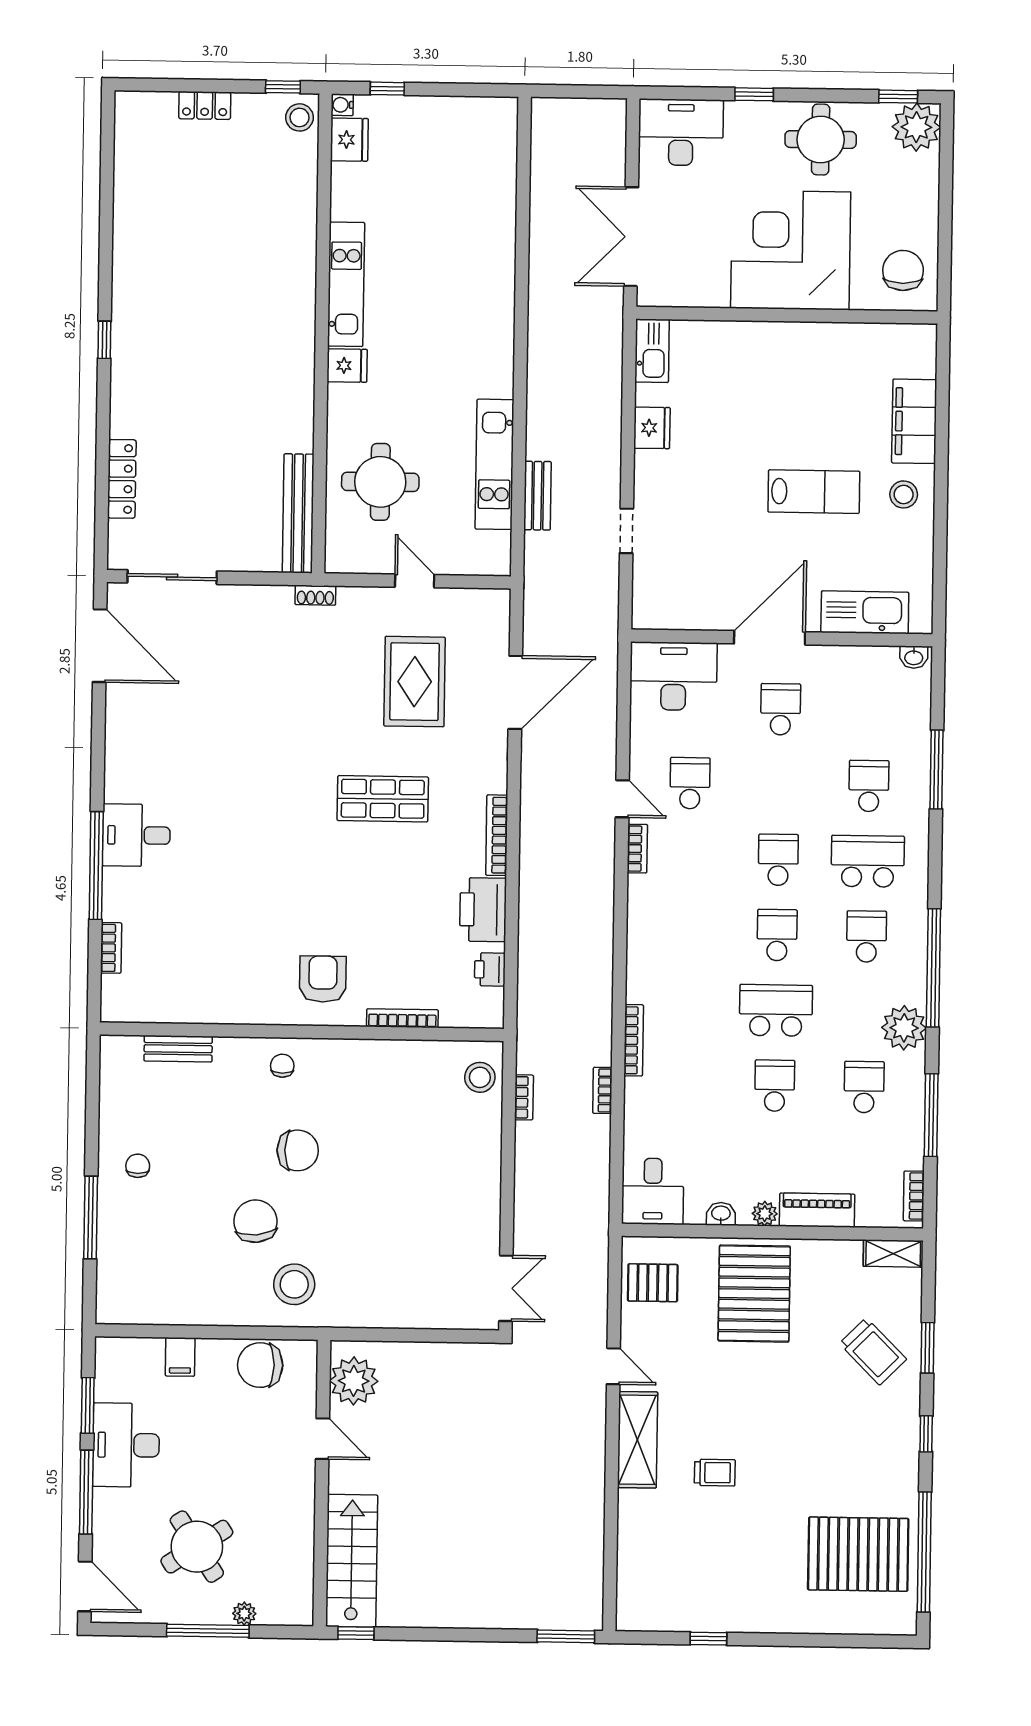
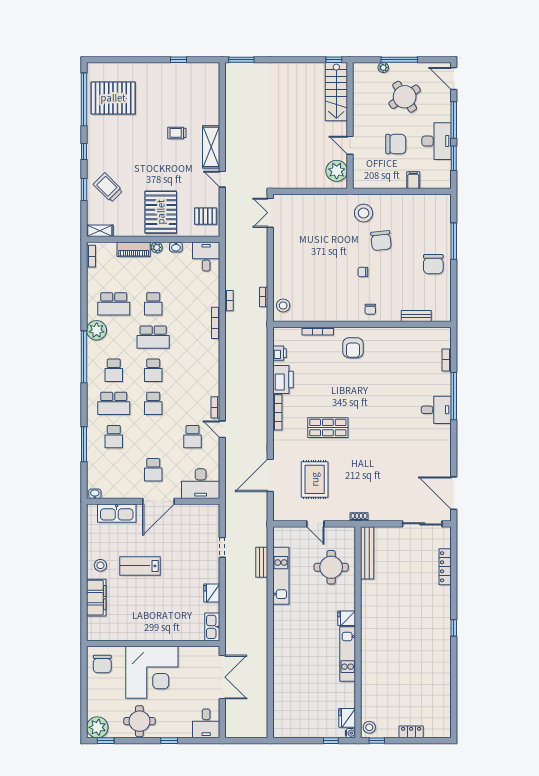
desk: (681, 132) -> (206, 723), width x0.73
school desk: (864, 1087) -> (114, 304), width x1.85
window: (931, 1115) -> (84, 292), removed
chair: (298, 1150) -> (363, 272), width x0.54, depth x0.54
chair: (138, 1166) -> (433, 264), width x1.87, depth x1.87
chair: (260, 1365) -> (396, 144), moved

